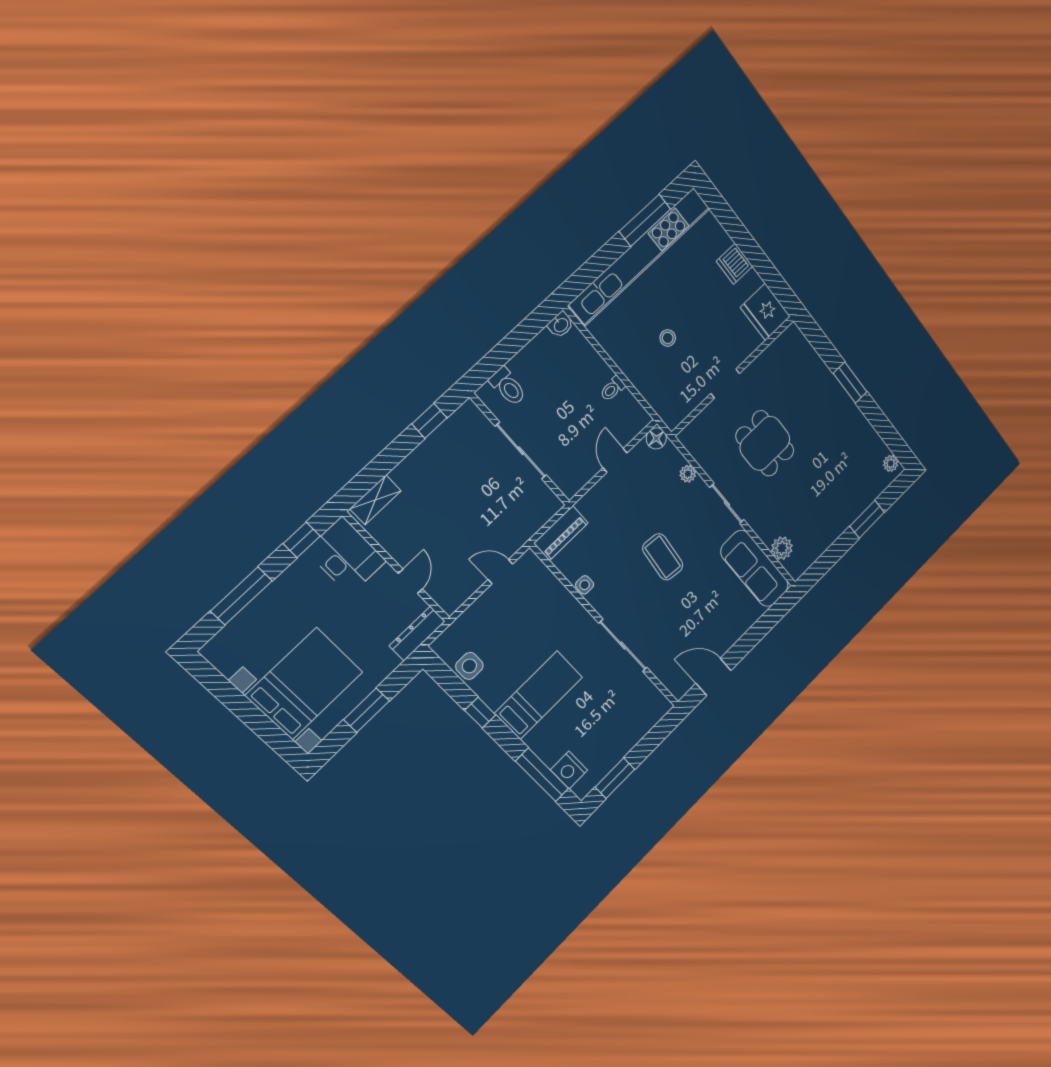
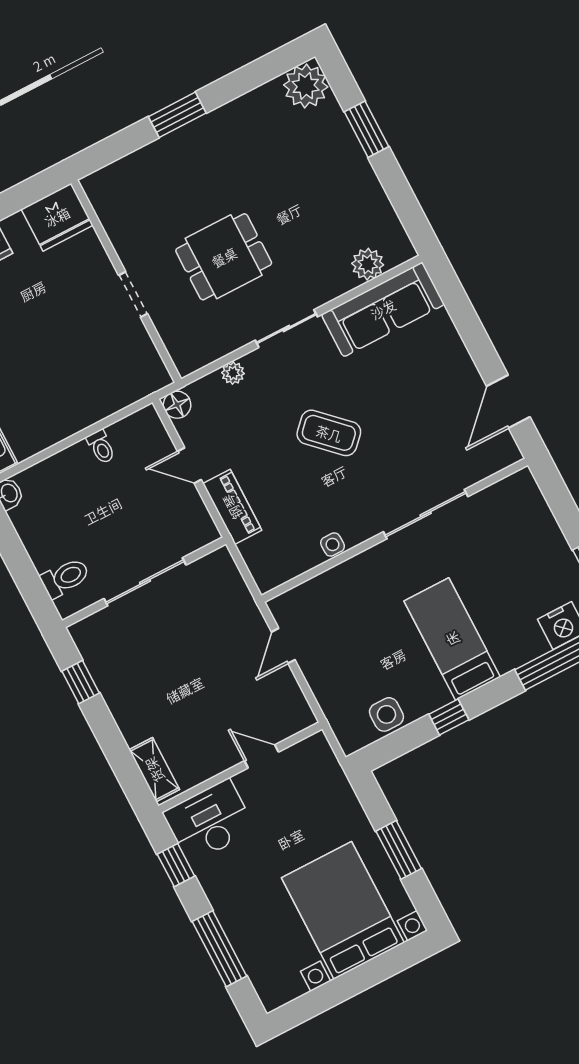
stool: (668, 338) -> (57, 359), removed
plant: (891, 463) -> (306, 86), width x1.88, depth x1.88
piano: (561, 533) -> (232, 507), moved
coffee table: (663, 557) -> (329, 433), turned 38
dresser: (417, 634) -> (326, 766), removed

